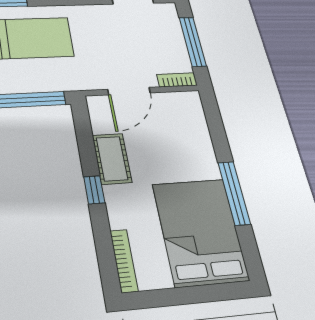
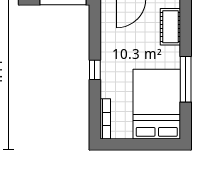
cot: (112, 159) -> (170, 27), moved

